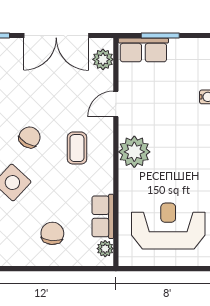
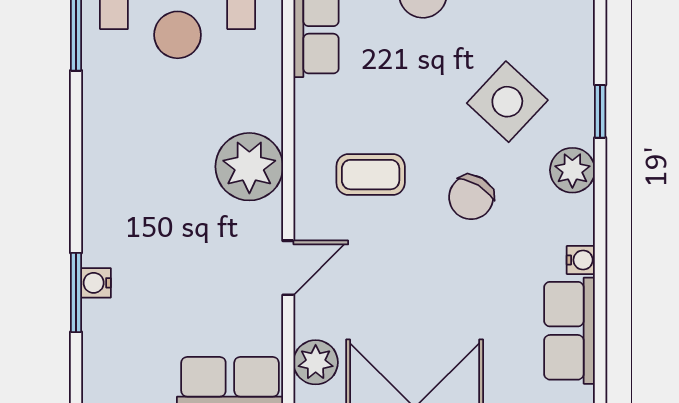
coffee table: (77, 148) -> (371, 175), turned 90

